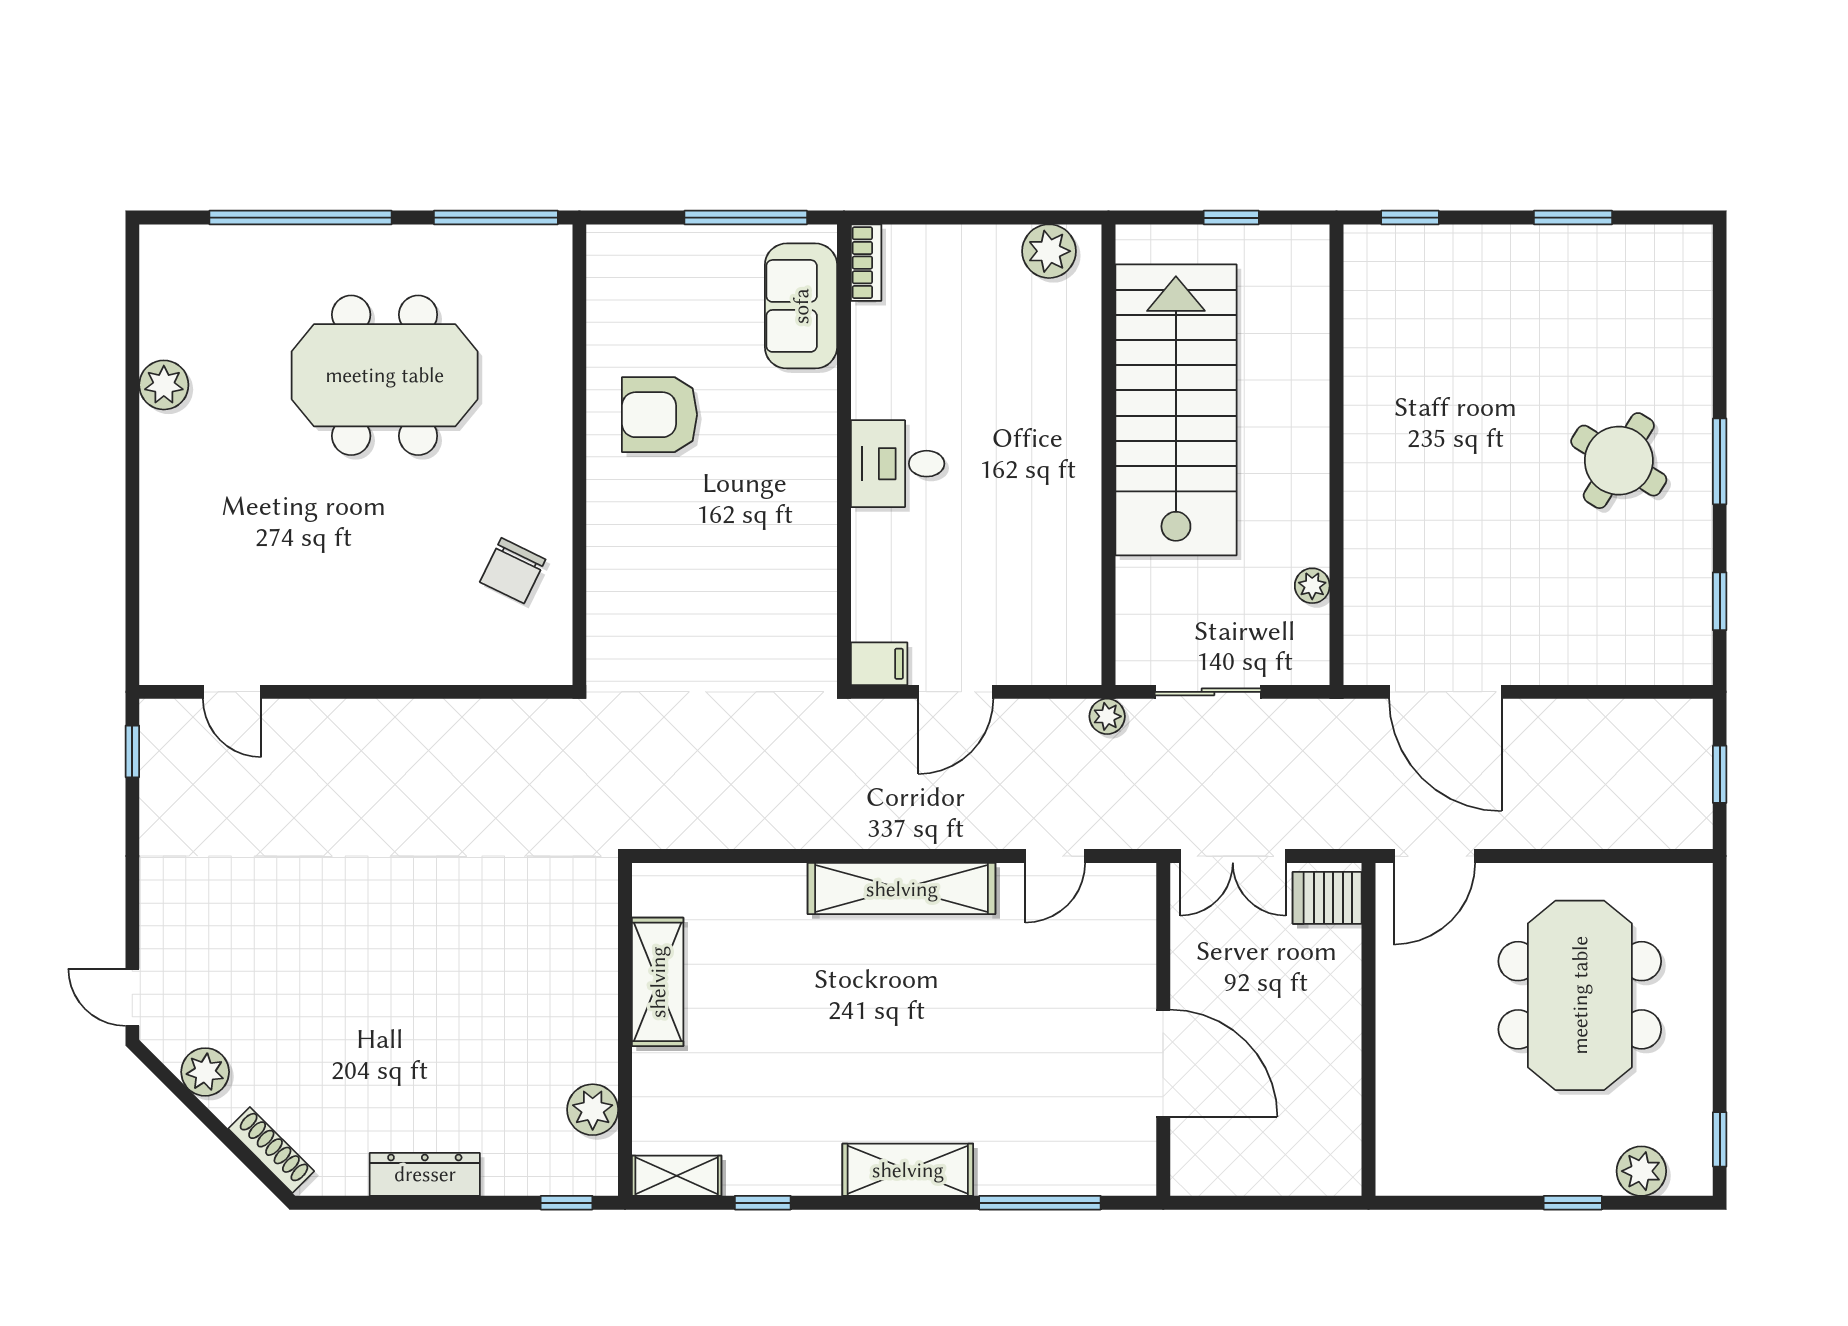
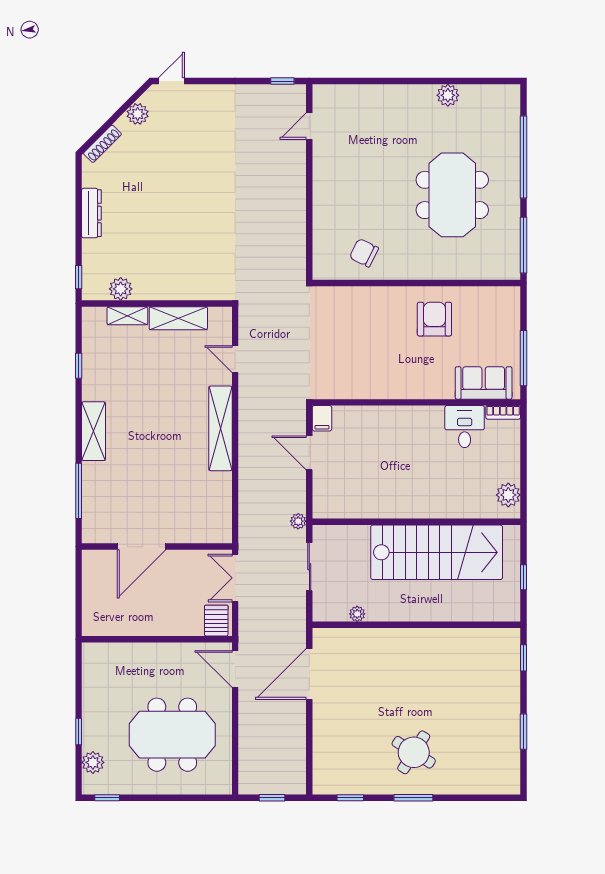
desk: (898, 464) -> (465, 427), moved
door: (1055, 856) -> (235, 359), moved
shelving: (677, 1176) -> (127, 316), moved, turned 90

